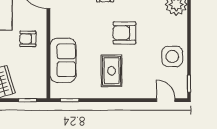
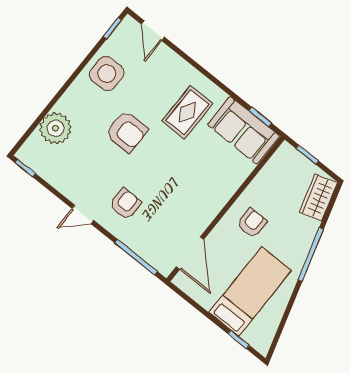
armchair: (124, 33) -> (127, 132), moved
armchair: (28, 39) -> (252, 223), turned -90
sofa: (63, 60) -> (244, 130), moved, turned -90

